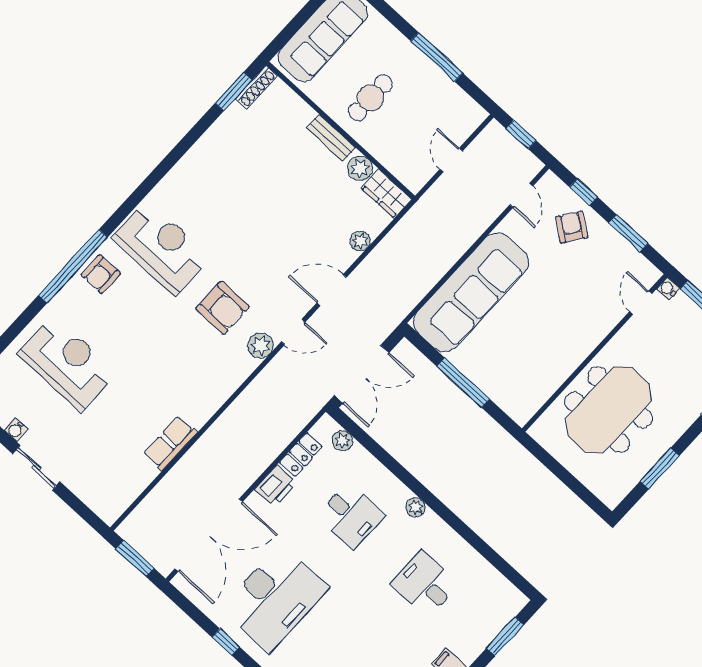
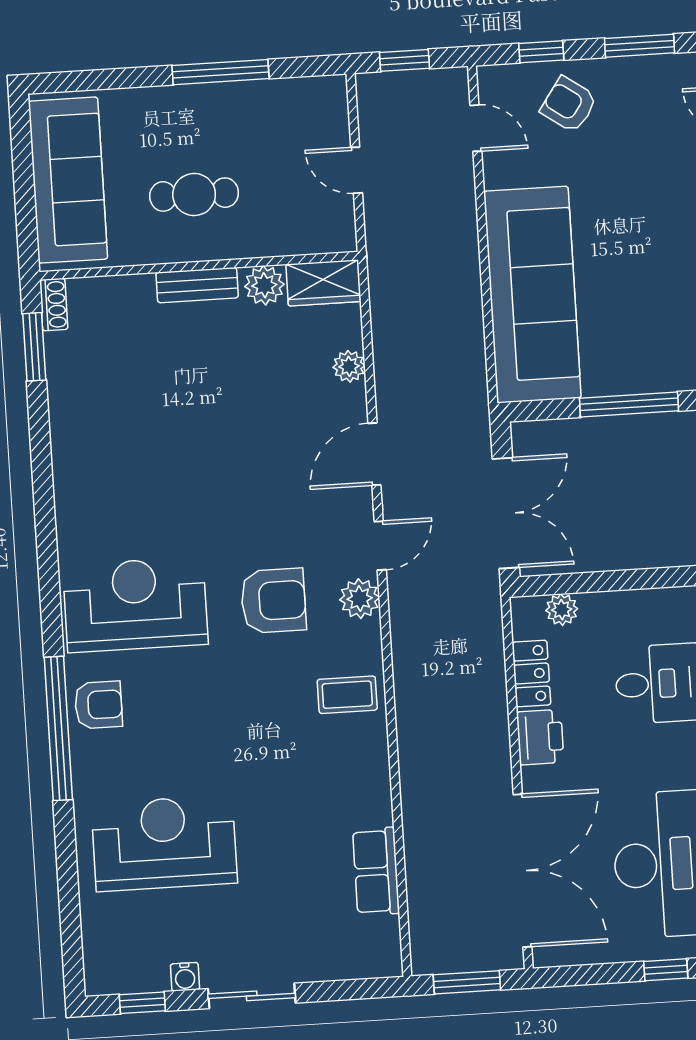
shoe rack: (256, 87) -> (54, 305), width x0.70
cafe table: (370, 98) -> (194, 195), turned 90
armchair: (101, 274) -> (98, 705), turned -90
coffee table: (212, 381) -> (347, 695), added
row of seats: (170, 443) -> (376, 871), moved

